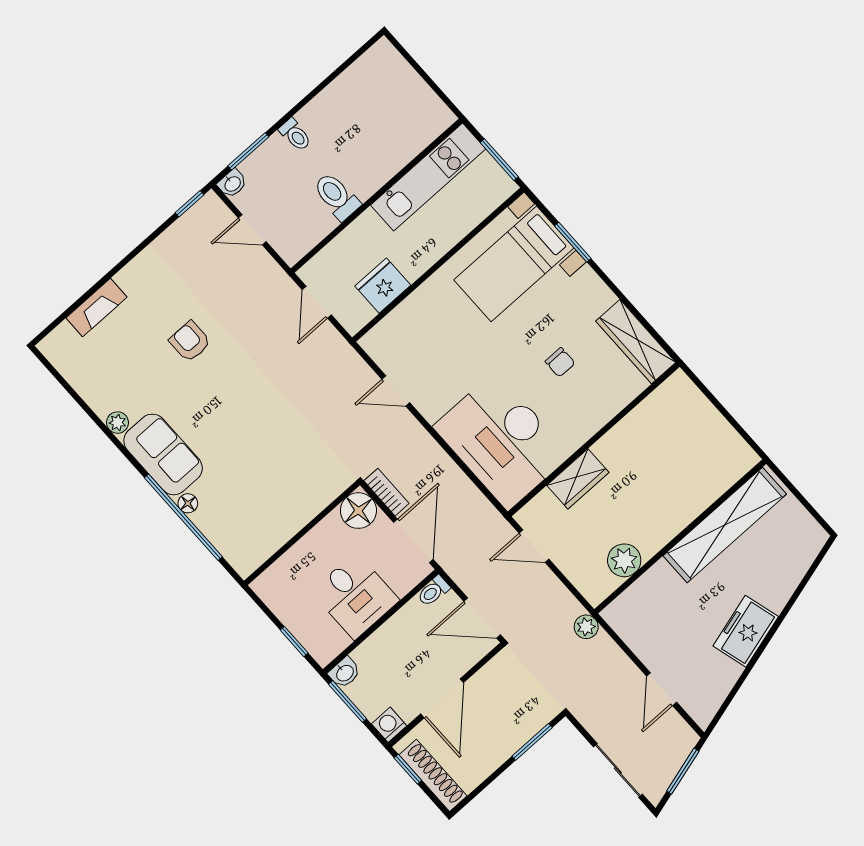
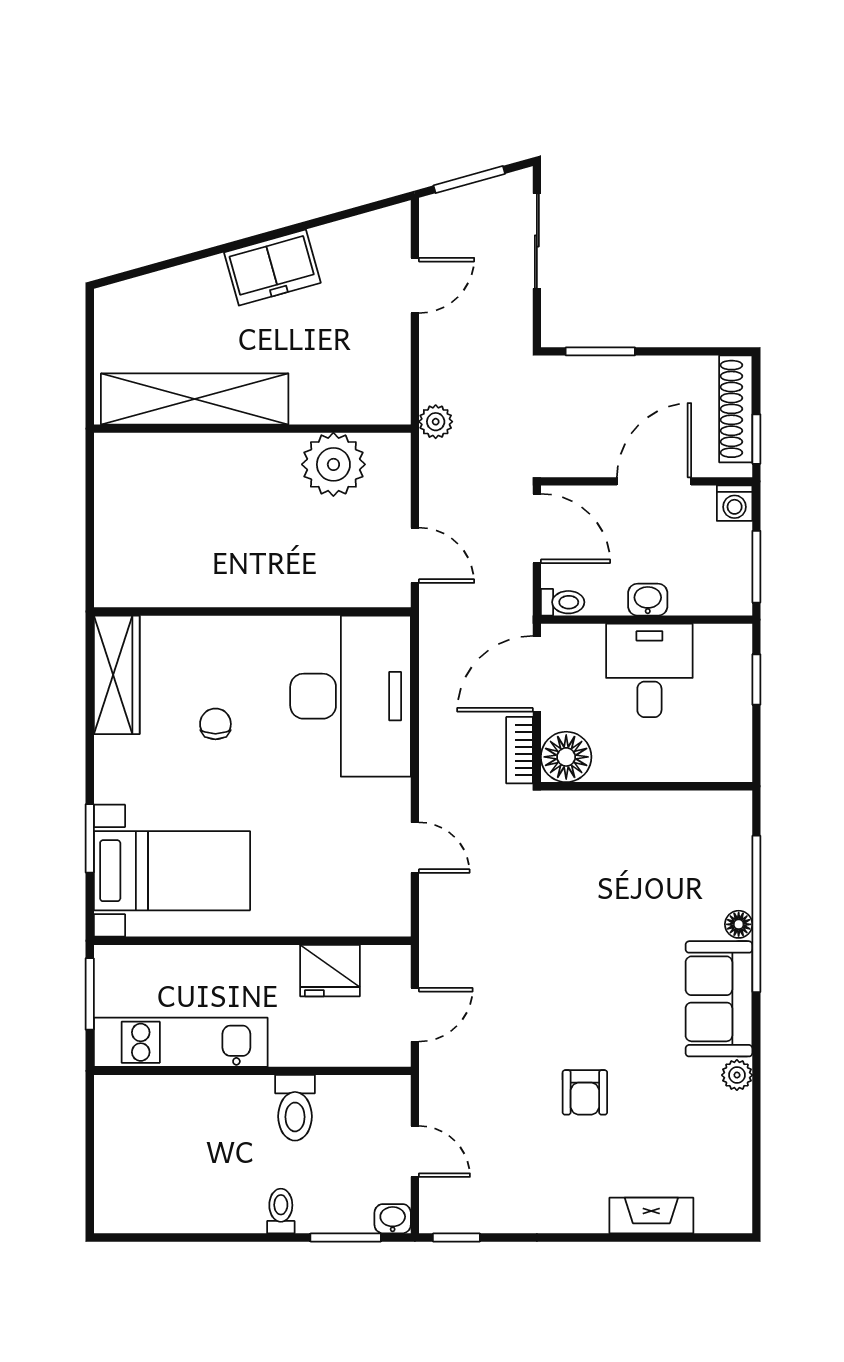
wardrobe: (578, 479) -> (306, 585), removed
plant: (624, 560) -> (333, 464), width x1.36, depth x1.36
washbasin: (345, 673) -> (648, 600), moved

